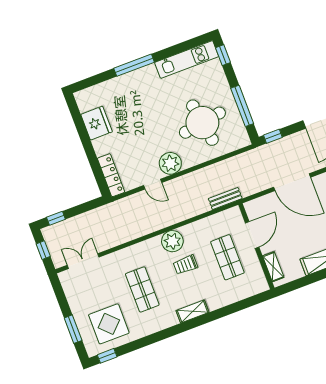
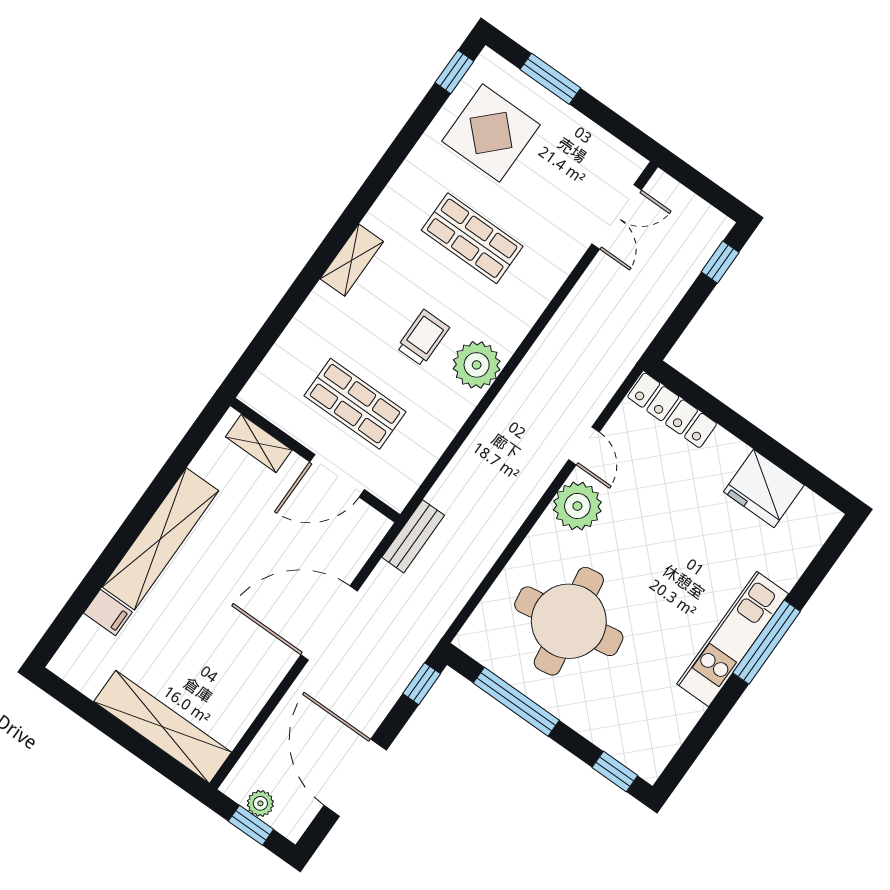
kitchen unit: (187, 59) -> (733, 639), moved
door: (153, 184) -> (584, 446), swing flipped
bench: (225, 199) -> (413, 536), moved
door: (252, 235) -> (337, 476), hinge flipped
window: (43, 250) -> (704, 187), removed

